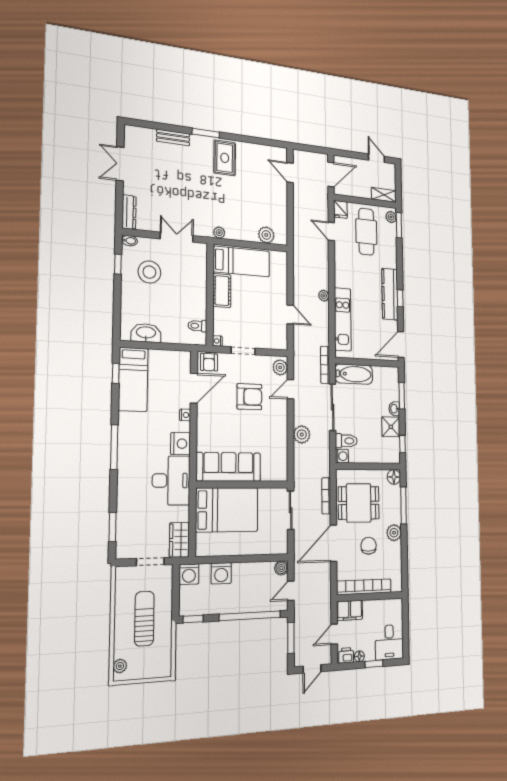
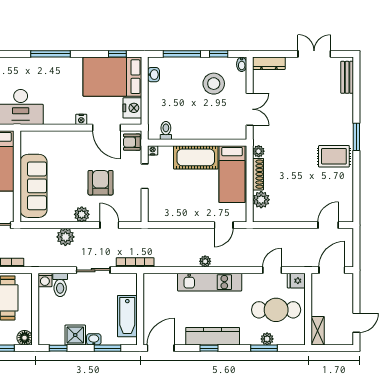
bench: (173, 137) -> (347, 77), moved
door: (331, 174) -> (332, 270), swing flipped
plant: (391, 217) -> (267, 339), moved
window: (399, 225) -> (264, 348), moved
shoe rack: (242, 235) -> (258, 174), added
cot: (222, 291) -> (196, 157), width x1.37, depth x1.34
window: (117, 303) -> (182, 54), added
door: (290, 314) -> (224, 225), moved
kitchen unit: (343, 319) -> (210, 282), moved
washbasin: (146, 333) -> (153, 75), width x0.52, depth x0.69
door: (401, 344) -> (161, 348), hinge flipped
plant: (280, 367) -> (82, 214), moved
bathtub: (354, 374) -> (127, 316), moved
bed: (133, 379) -> (112, 77), width x1.50
armchair: (249, 397) -> (101, 183), turned 180
sliding door: (333, 407) -> (93, 270), width x0.73
nightstand: (180, 444) -> (132, 108), moved, turned -90
sofa: (229, 467) -> (33, 186), moved

